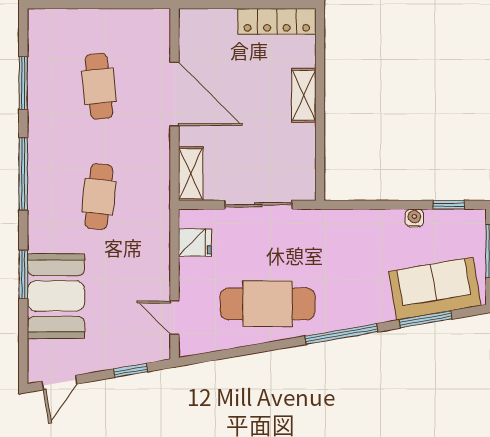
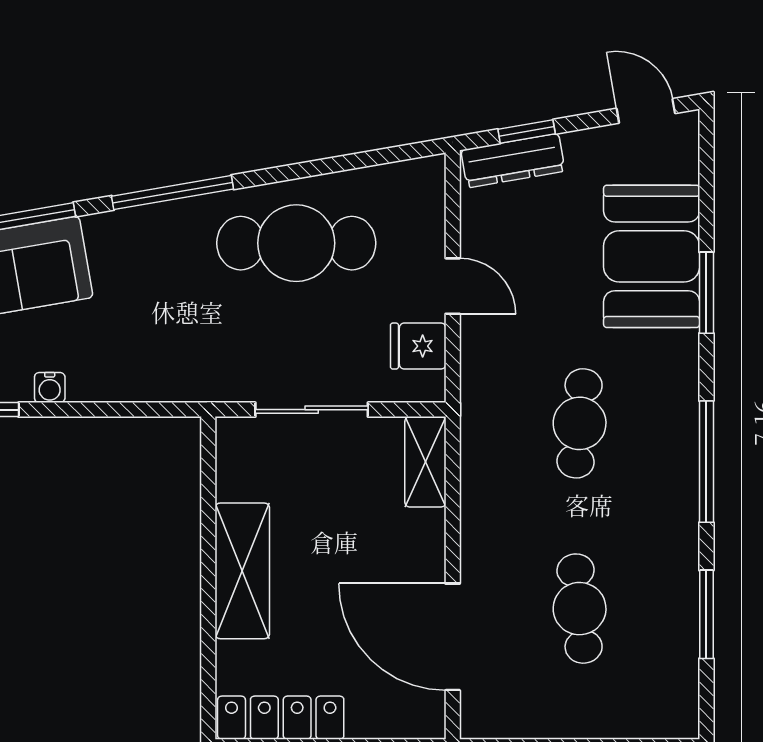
door: (174, 94) -> (453, 637), moved
shelving: (304, 95) -> (242, 571), width x1.50, depth x1.33
door: (174, 318) -> (453, 286), moved
dresser: (139, 353) -> (513, 161), added
door: (59, 383) -> (646, 111), hinge flipped

